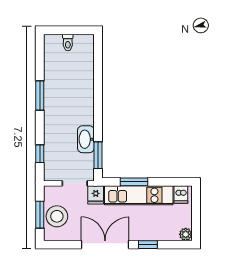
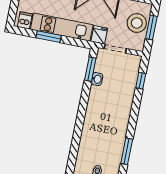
window: (40, 95) -> (127, 151), moved
washbasin: (86, 139) -> (97, 79), width x0.52, depth x0.69
window: (134, 182) -> (49, 37), moved

